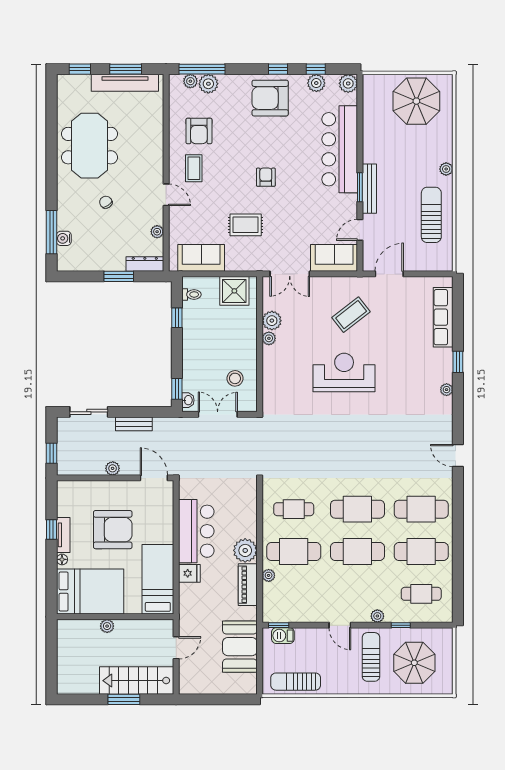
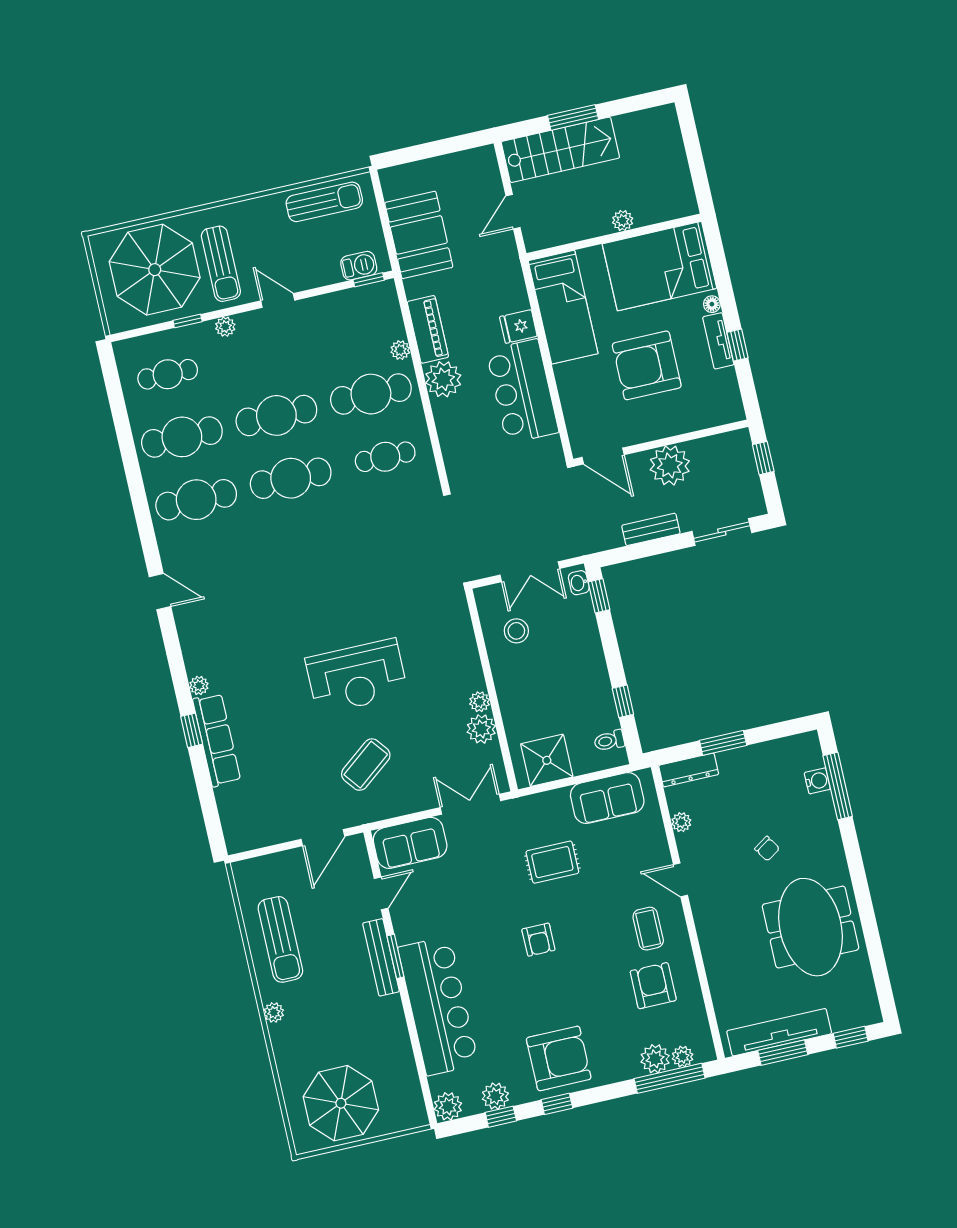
row of seats: (443, 317) -> (217, 740), moved
plant: (113, 468) -> (670, 465), width x1.87, depth x1.87
parasol: (414, 663) -> (155, 270), width x1.36, depth x1.36

